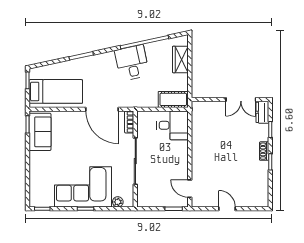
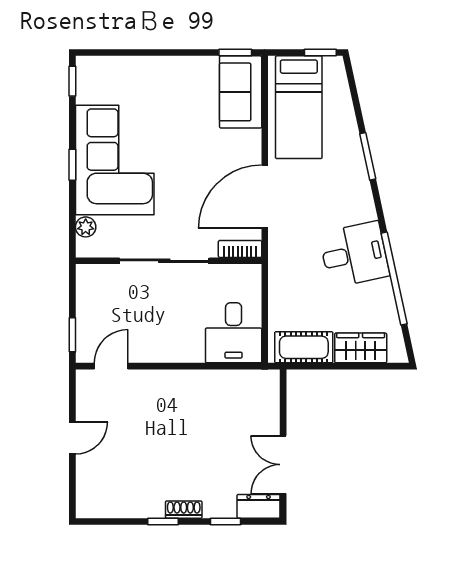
cot: (173, 99) -> (304, 347), moved, turned 90
sofa: (40, 132) -> (241, 92), moved, turned 90

